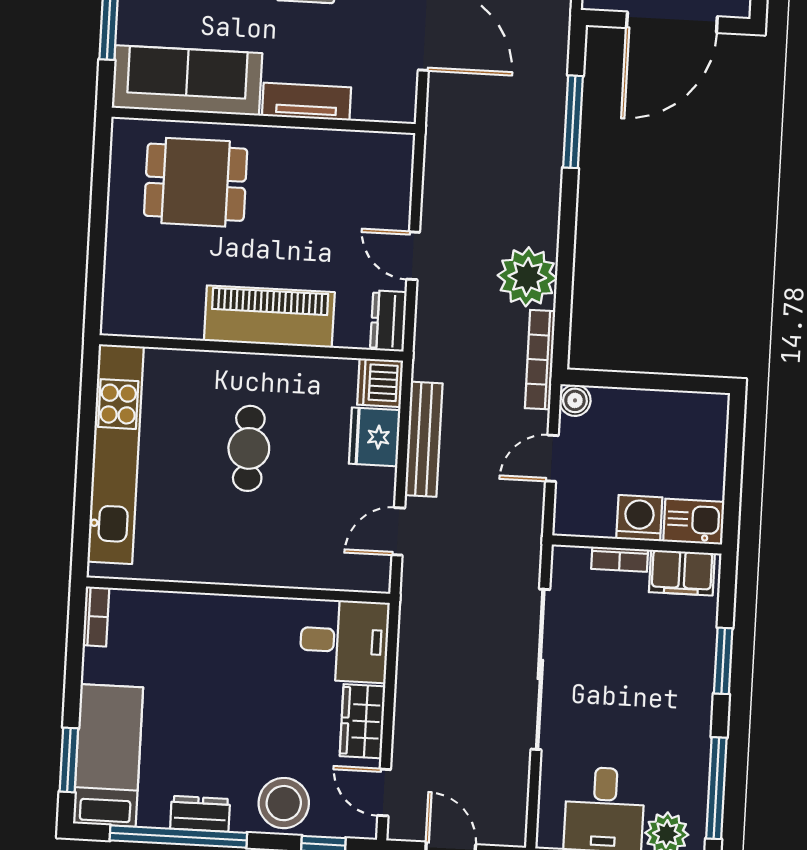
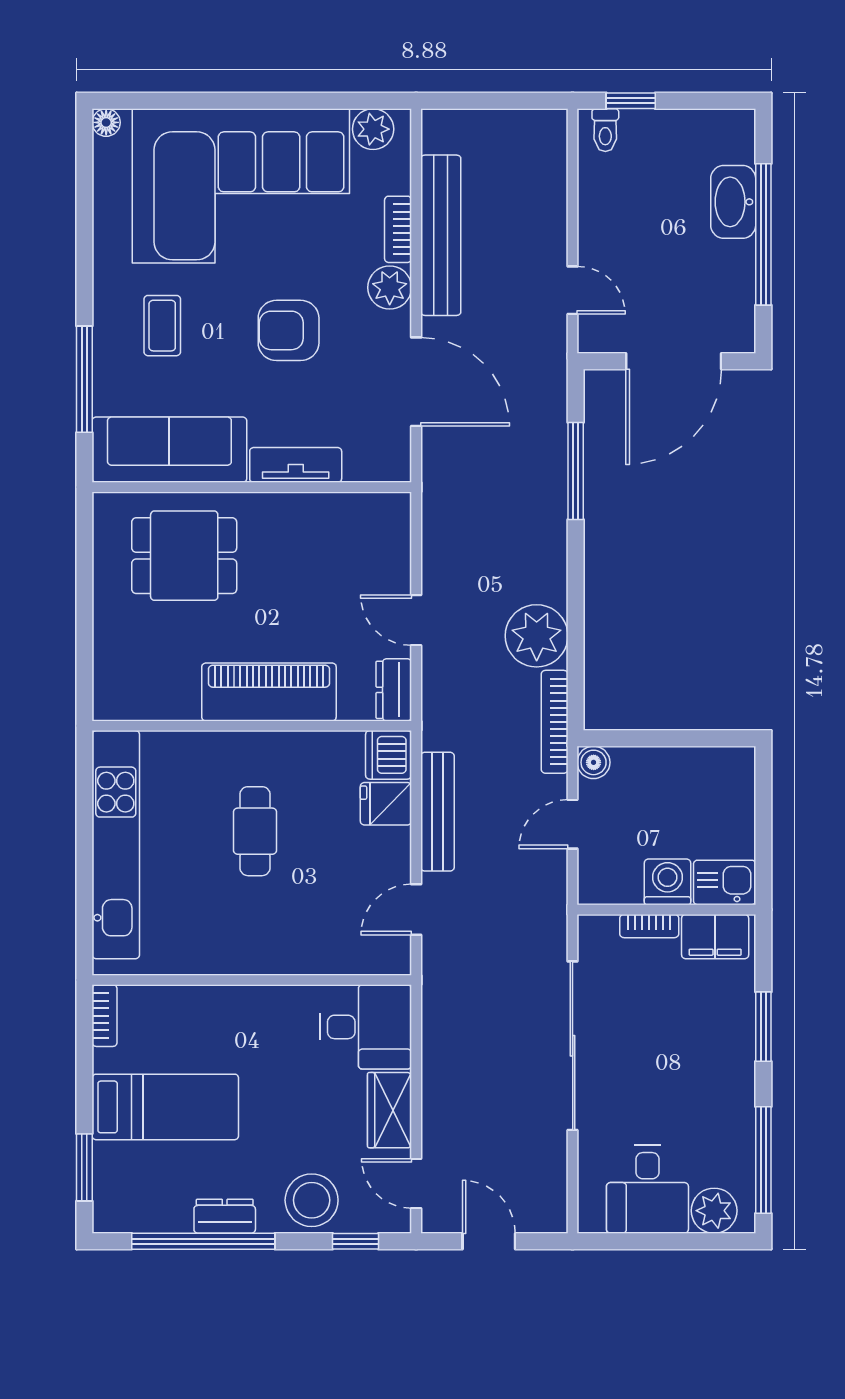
fridge: (375, 437) -> (386, 804), width x0.72
bed: (108, 755) -> (165, 1107), moved, turned 90

